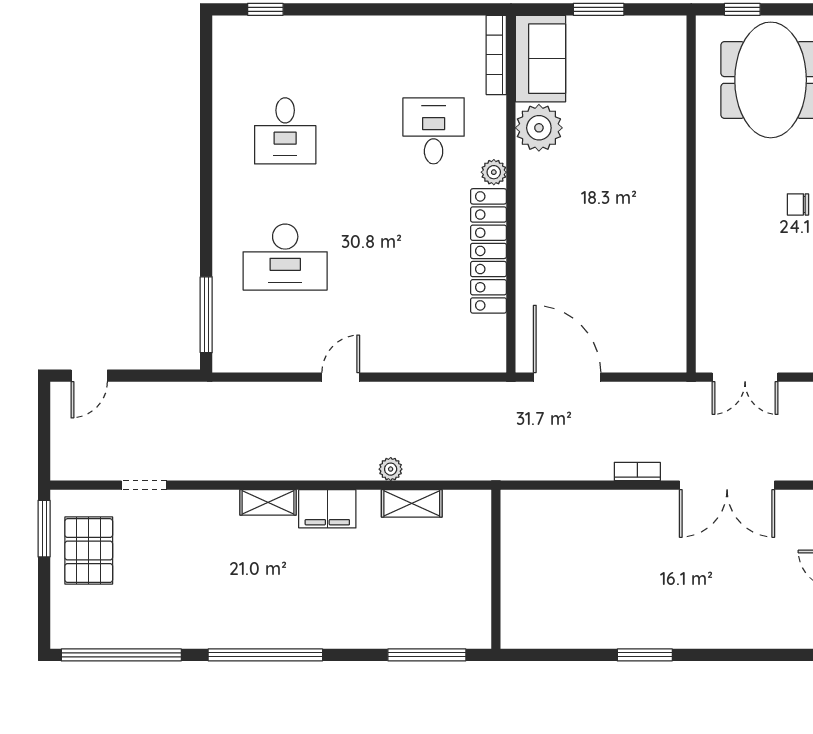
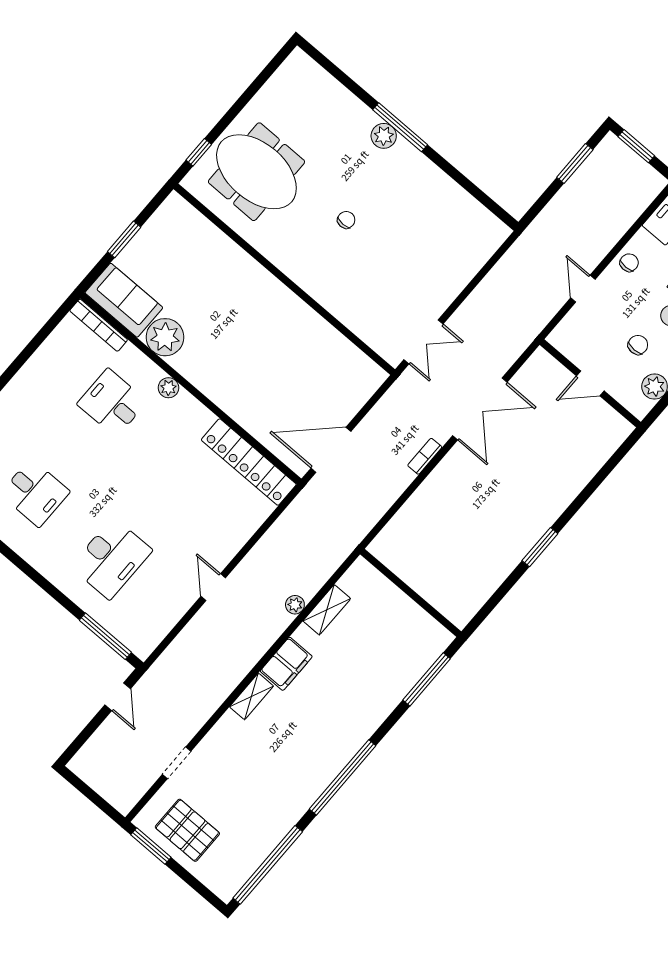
chair: (798, 204) -> (346, 220), turned 180
locker: (488, 251) -> (249, 462), moved
door: (89, 376) -> (118, 697), moved

